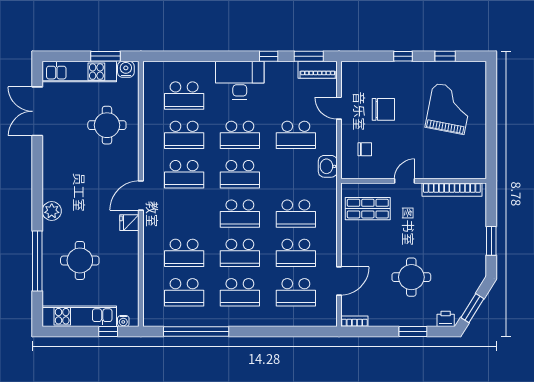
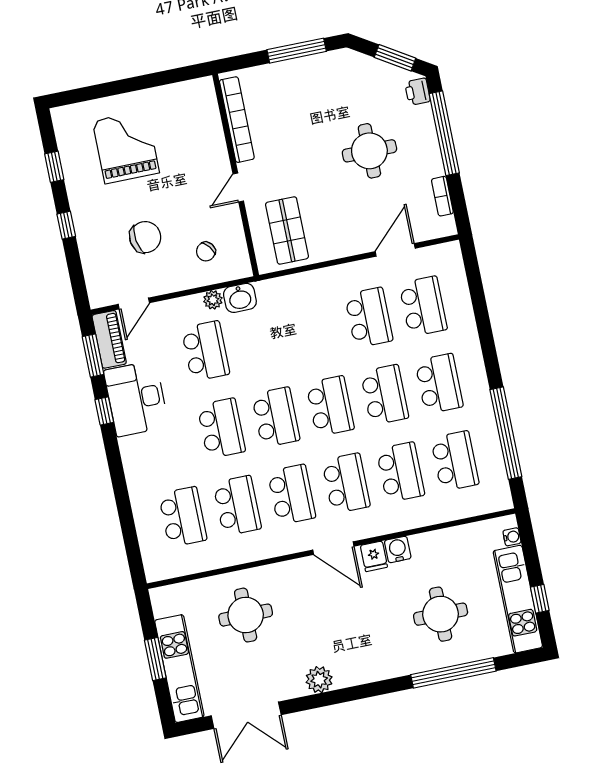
window: (106, 56) -> (155, 659), moved
water cooler: (126, 69) -> (398, 549), moved, turned 90
desk: (240, 80) -> (136, 399), moved
door: (339, 108) -> (134, 304), moved
chair: (383, 109) -> (145, 237), turned 81
grand piano: (449, 109) -> (126, 147), turned 79
plant: (330, 147) -> (213, 300), added
chair: (365, 149) -> (206, 251), turned -127
door: (405, 181) -> (238, 187), hinge flipped
plant: (52, 211) -> (319, 680), moved
school desk: (296, 214) -> (346, 483), moved
window: (491, 241) -> (297, 51), width x1.44
door: (339, 281) -> (395, 250), hinge flipped
bookcase: (354, 321) -> (442, 196), moved
window: (108, 332) -> (540, 599), moved
window: (413, 332) -> (444, 133), width x2.11

